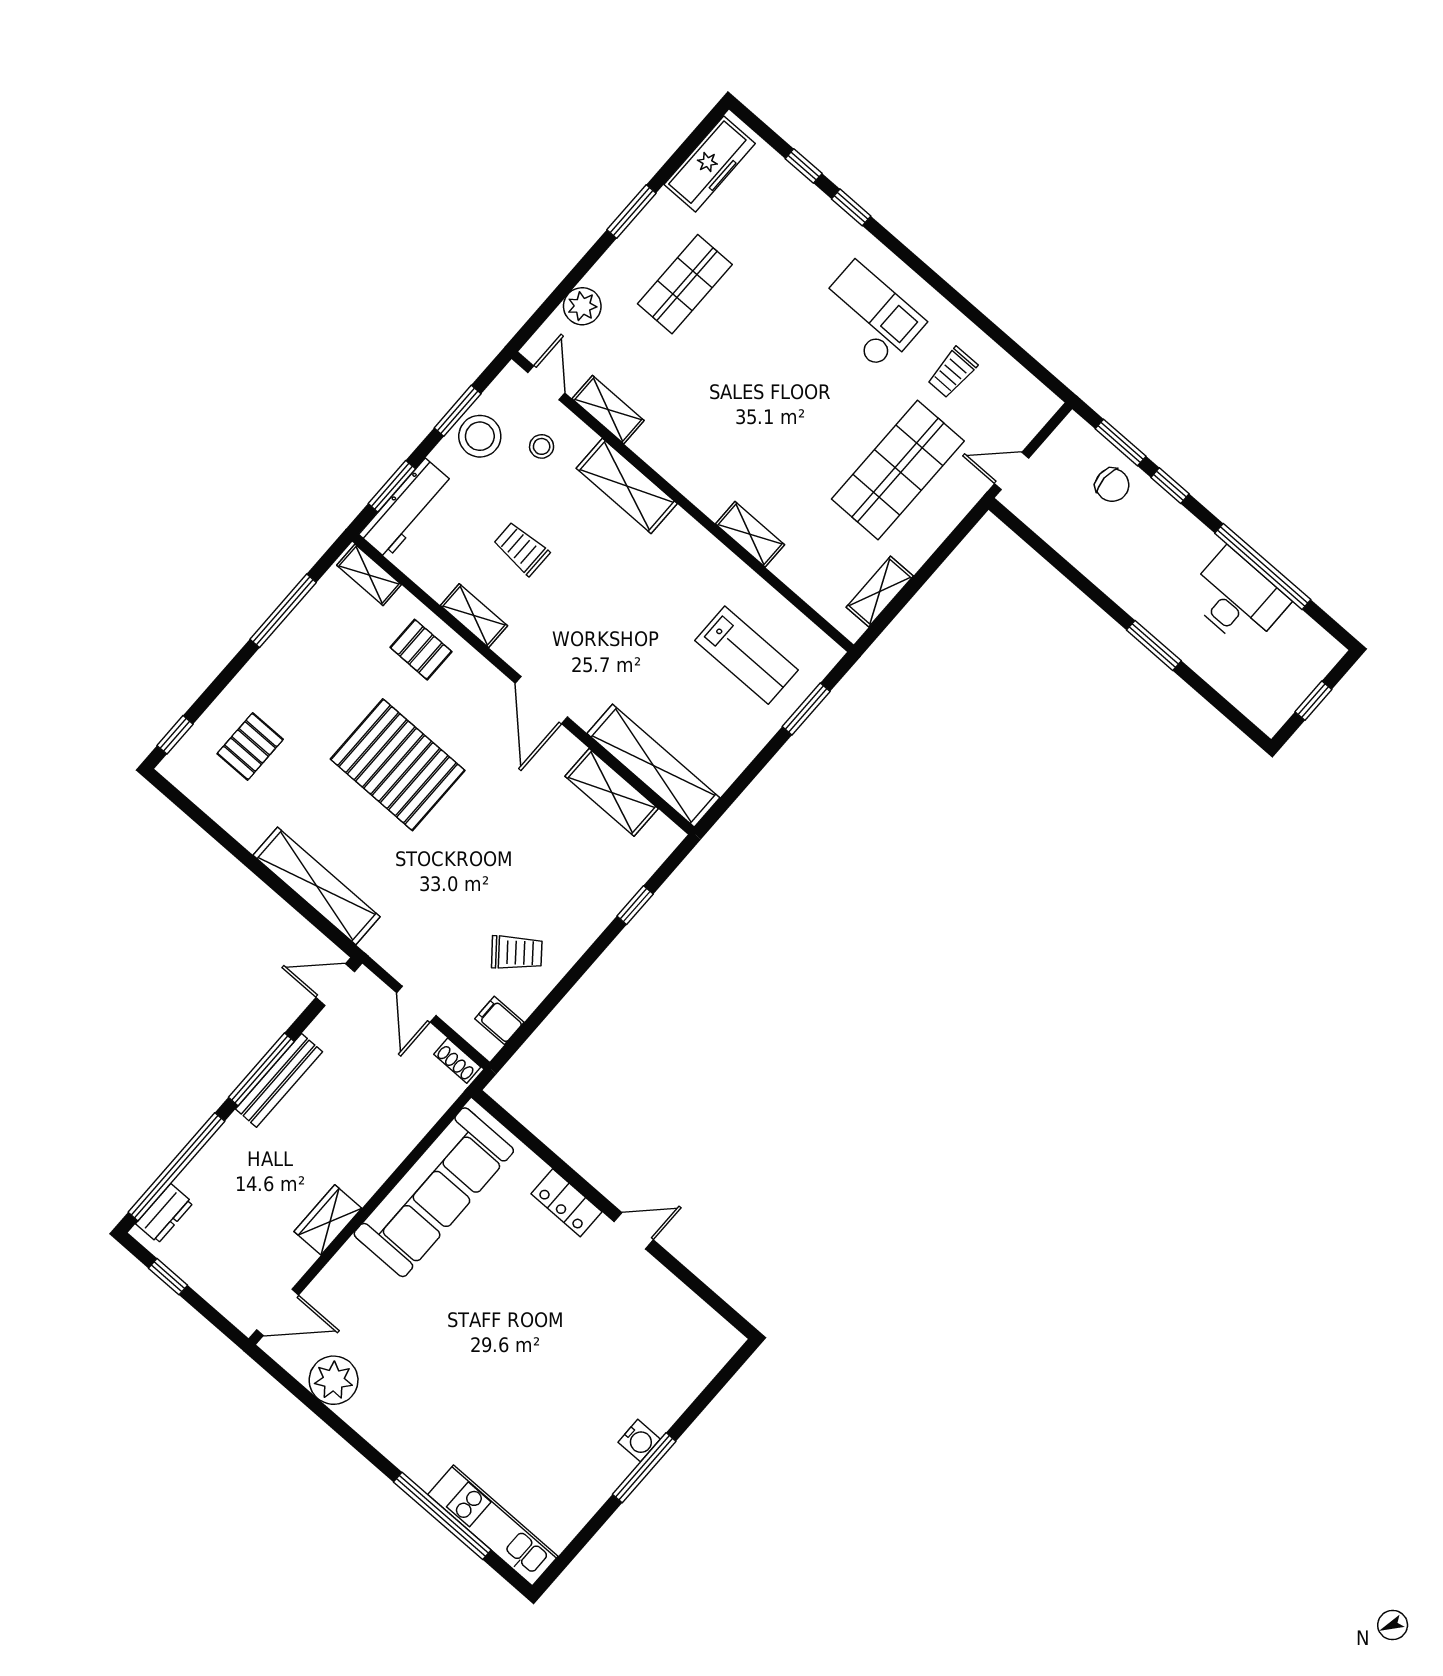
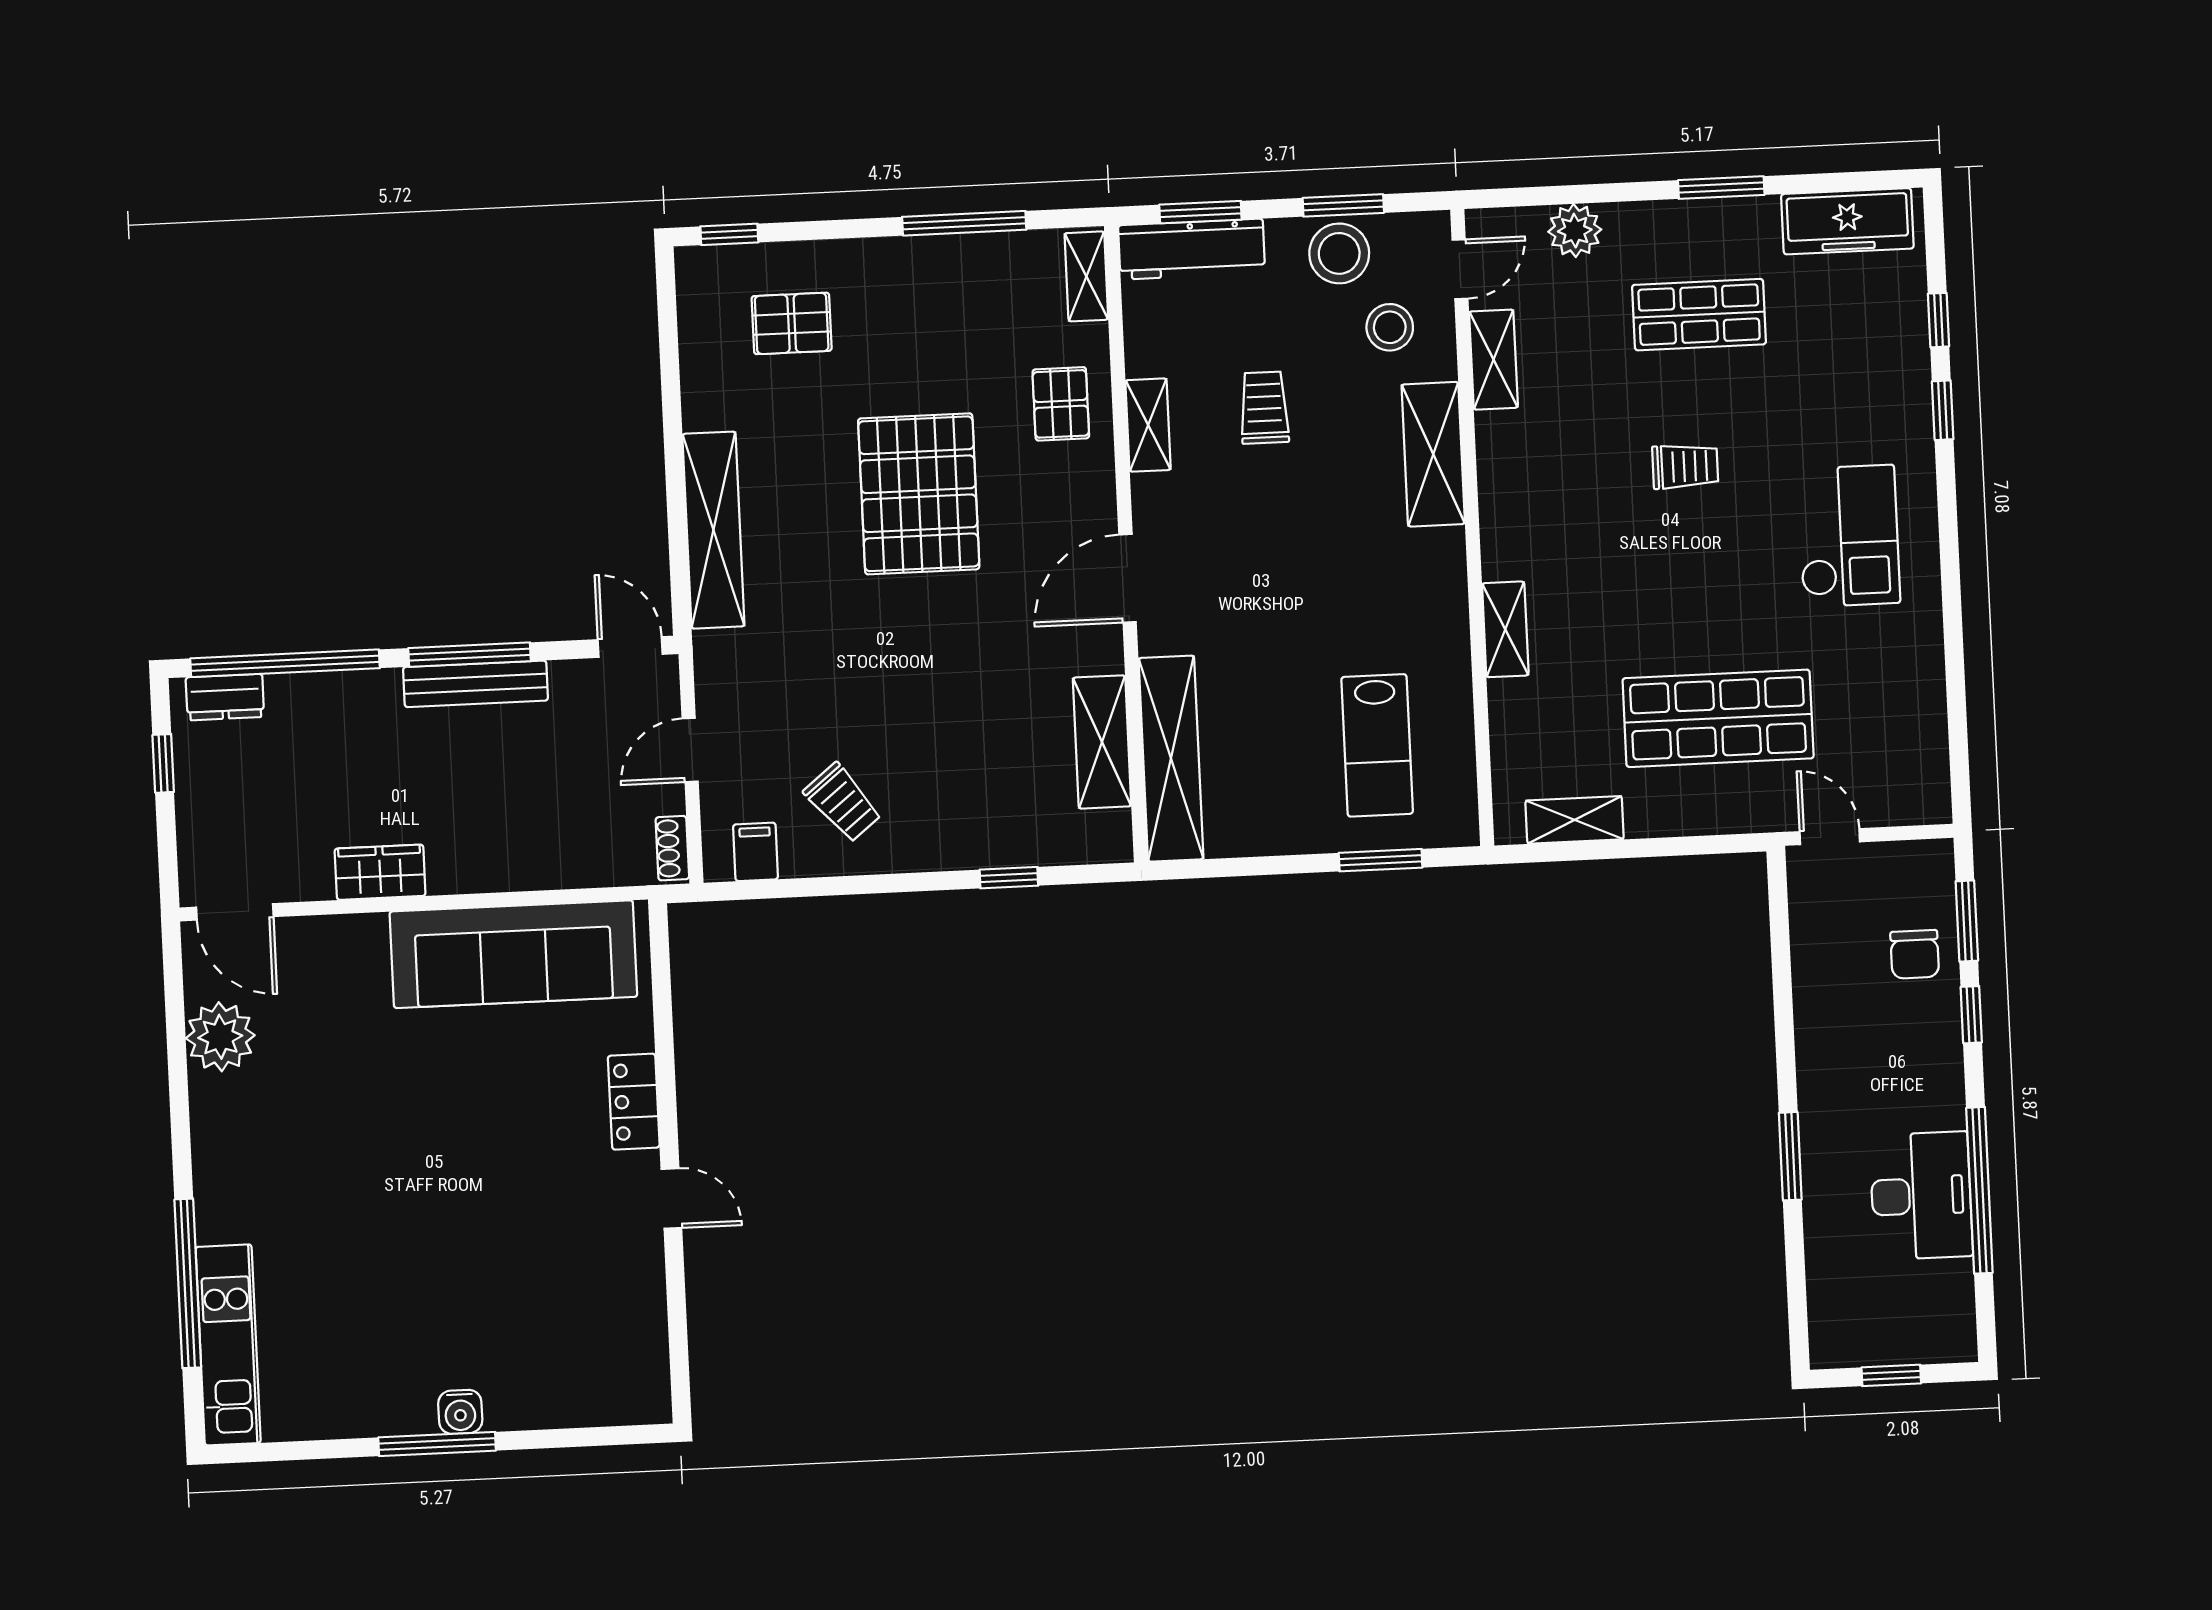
trolley: (952, 372) -> (1685, 466), moved, turned 180
stool: (542, 446) -> (1390, 327), width x1.37, depth x1.37

